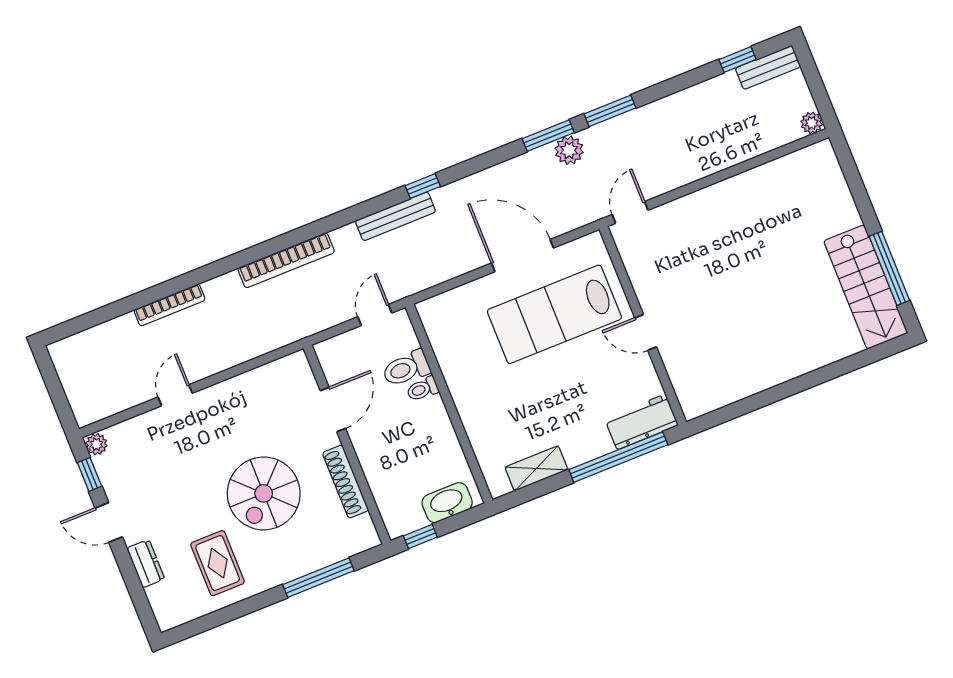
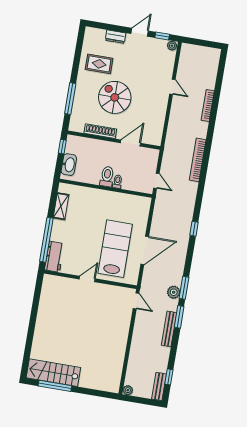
bench: (395, 216) -> (169, 329), moved
toilet: (406, 368) -> (107, 176), moved
door: (333, 410) -> (130, 143), swing flipped

